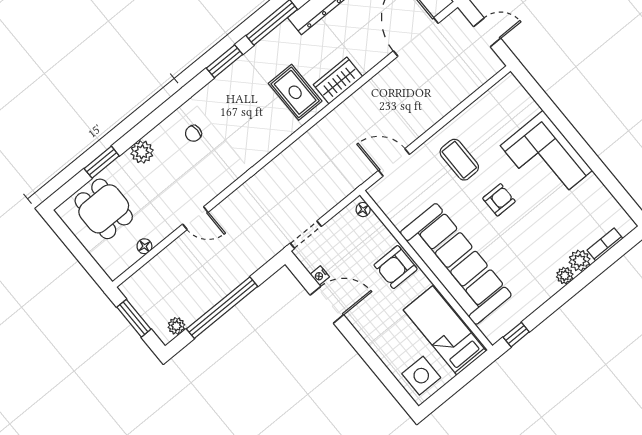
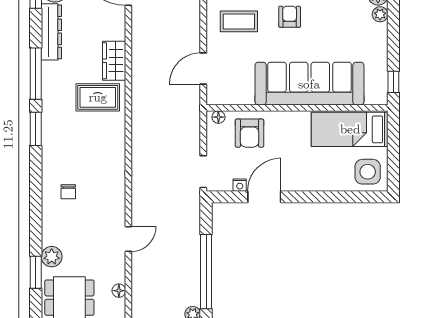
plant: (142, 152) -> (52, 257), moved
armchair: (396, 267) -> (249, 133), moved

